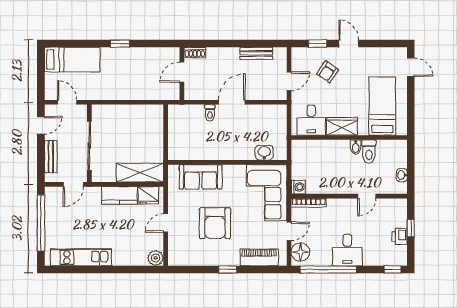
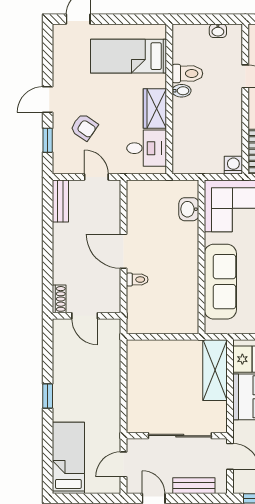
bench: (256, 53) -> (60, 201), moved
sofa: (201, 177) -> (220, 282), width x1.36

